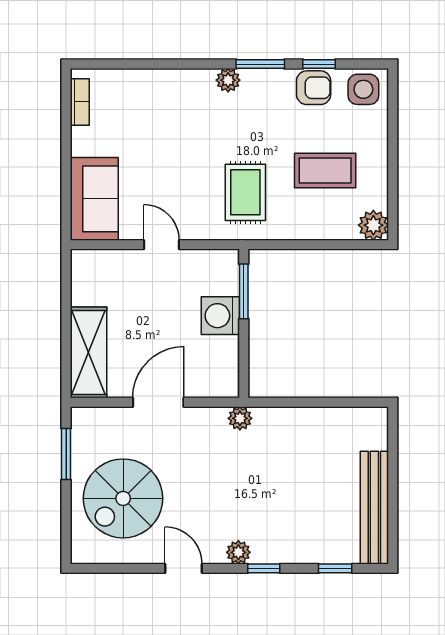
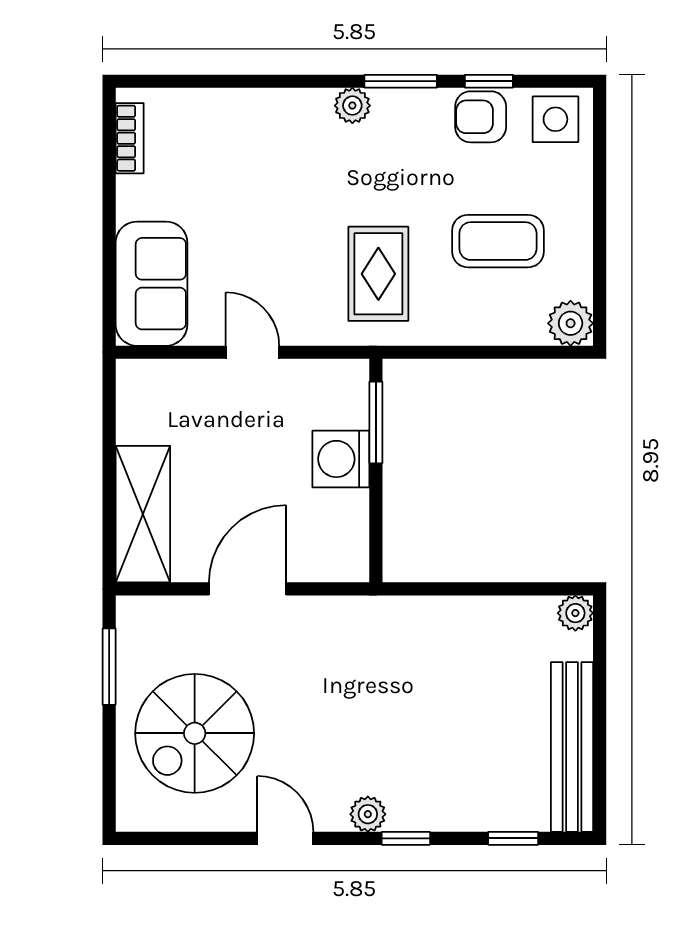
armchair: (314, 88) -> (481, 117), turned 180
plant: (240, 418) -> (575, 613), moved

